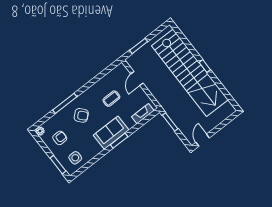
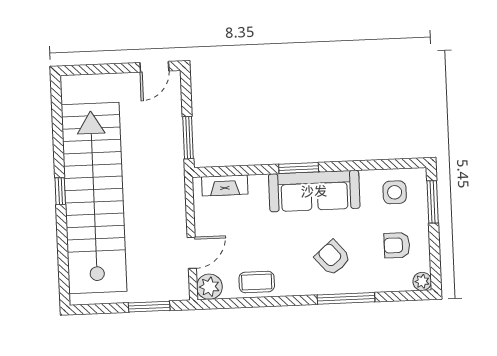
plant: (121, 70) -> (209, 287), added
coffee table: (111, 99) -> (257, 282), moved
sofa: (111, 133) -> (314, 191), width x1.36

